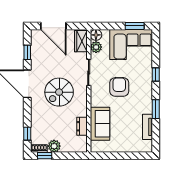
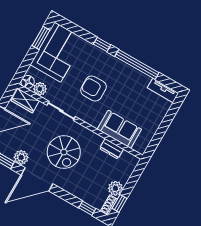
plant: (37, 62) -> (21, 157), added
window: (156, 109) -> (137, 65), width x2.11
tv unit: (148, 127) -> (163, 90), moved

